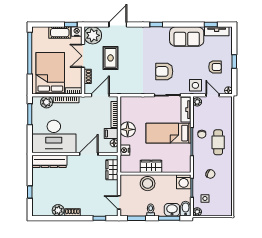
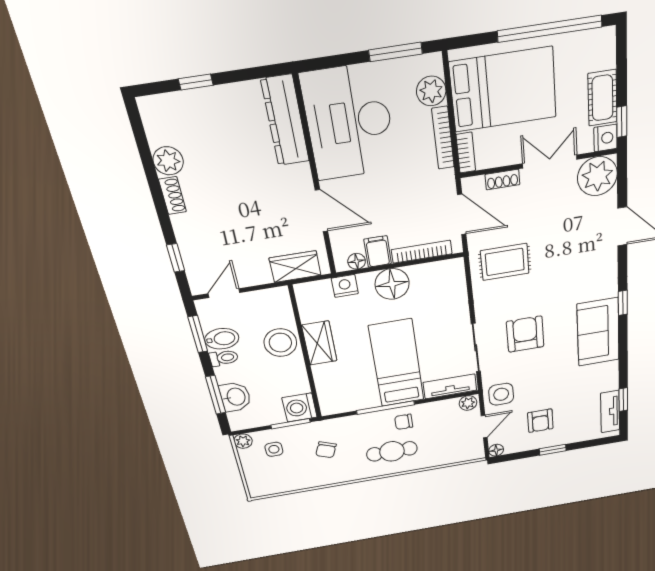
sofa: (187, 37) -> (598, 332), moved
rug: (111, 58) -> (505, 262), moved
bidet: (186, 209) -> (222, 339), moved

